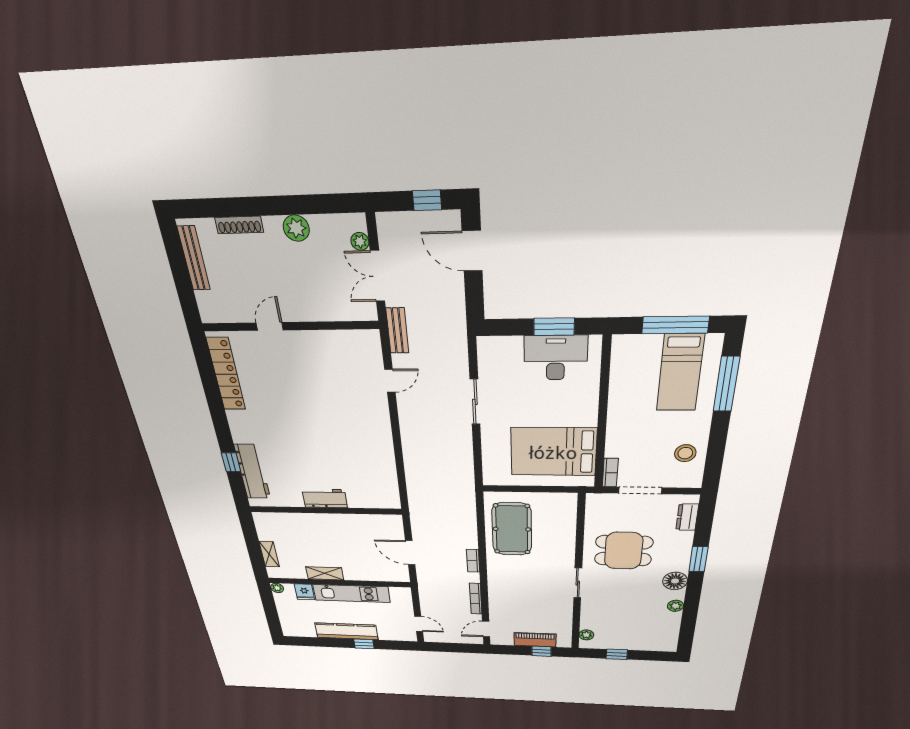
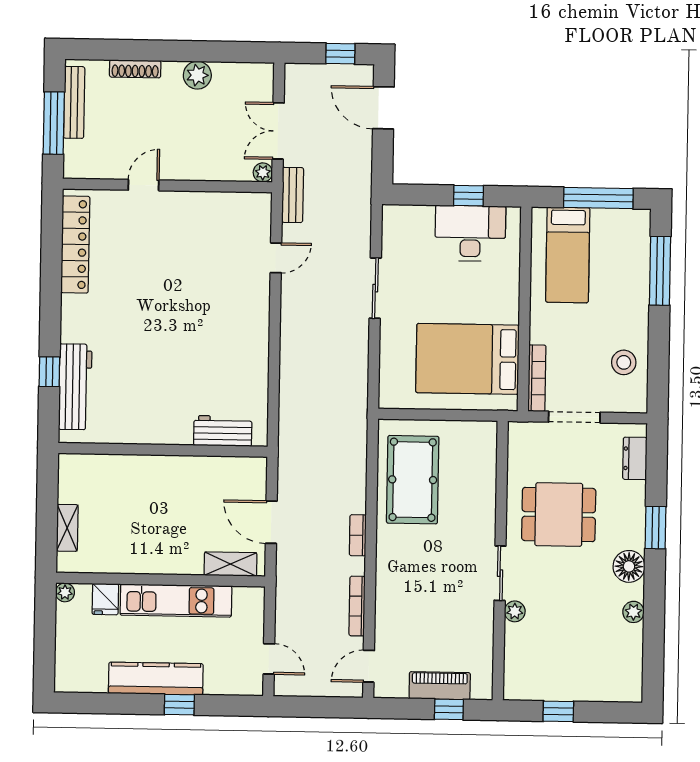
plant: (360, 241) -> (263, 173), moved
window: (182, 277) -> (54, 123), added
window: (554, 327) -> (469, 196), width x0.67
bed: (680, 373) -> (568, 255), moved
bookcase: (610, 473) -> (537, 378), width x1.56
workbench: (325, 498) -> (223, 431), moved
shelving: (325, 573) -> (231, 564), moved
plant: (586, 635) -> (515, 611), moved

